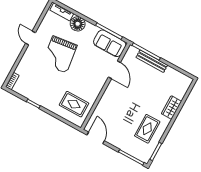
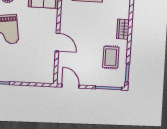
door: (114, 70) -> (57, 42), moved
rug: (74, 104) -> (38, 66), removed

